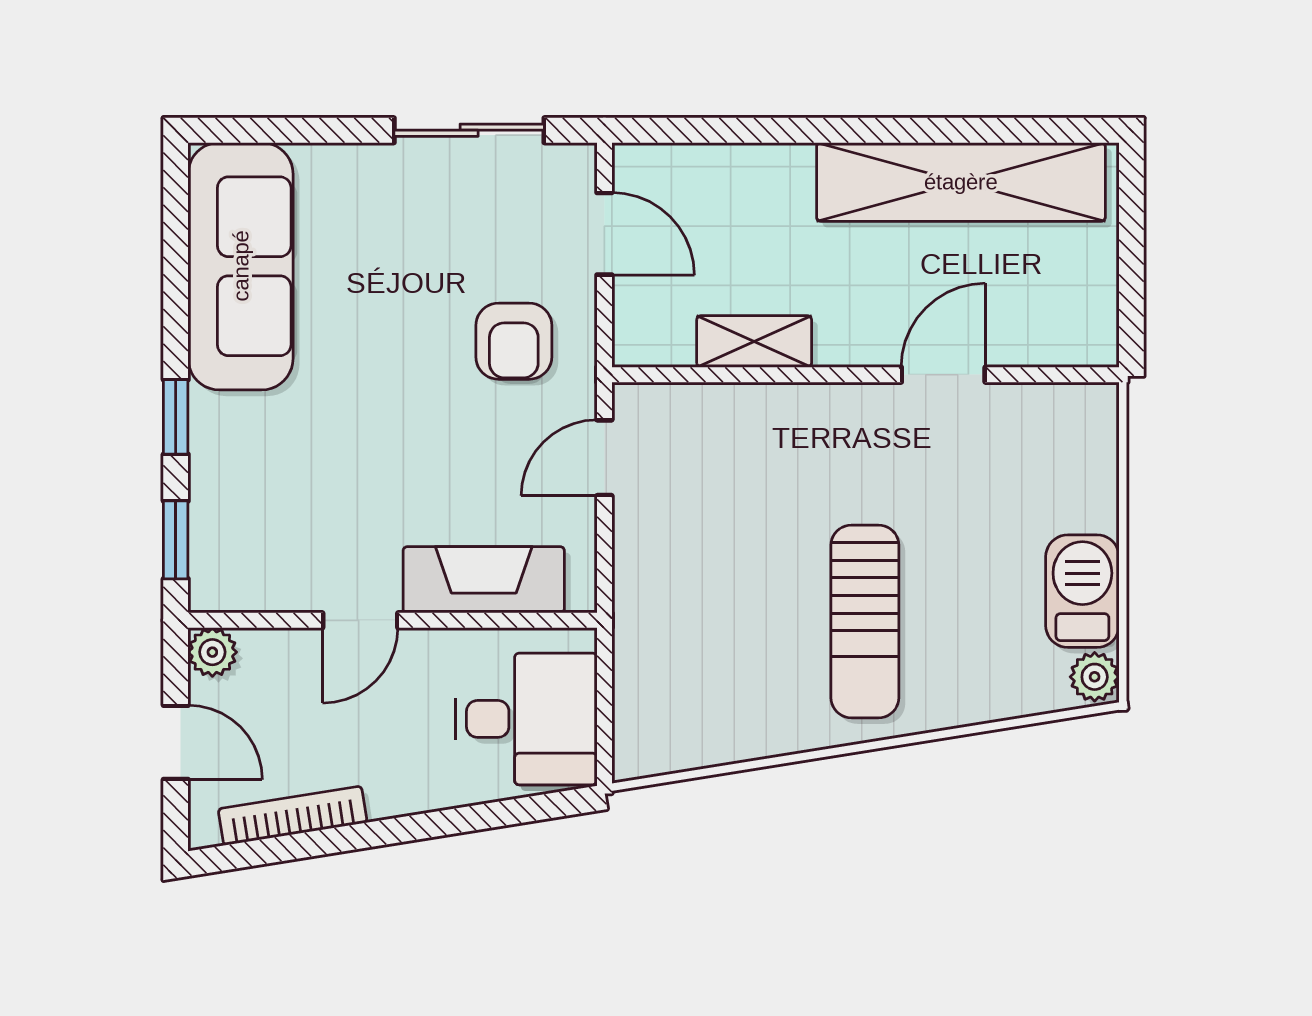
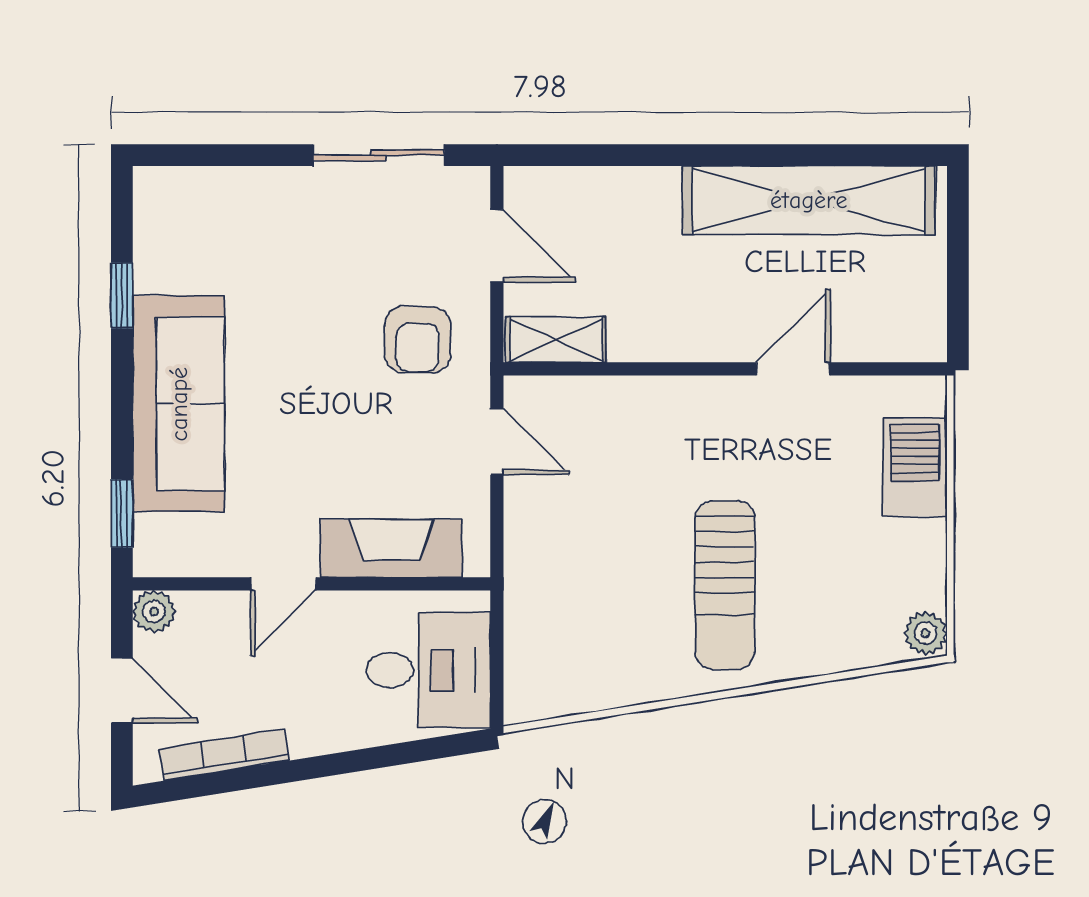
sofa: (241, 266) -> (179, 404), moved
shelving: (754, 341) -> (556, 340), moved
window: (176, 417) -> (122, 296), moved
door: (604, 458) -> (497, 442), swing flipped
barbecue: (1082, 591) -> (915, 467), moved

